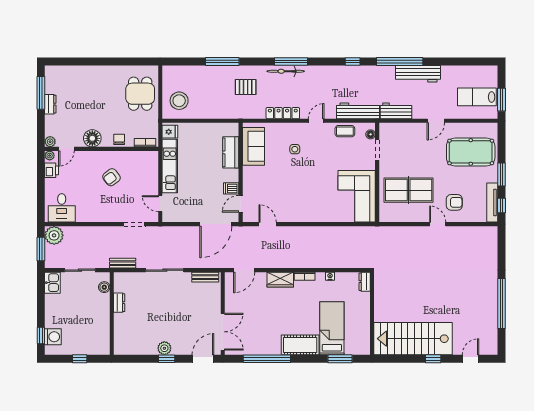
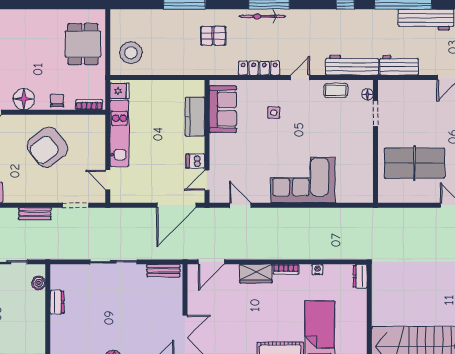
armchair: (111, 177) -> (48, 147), width x1.88, depth x1.88
corner sofa: (357, 196) -> (303, 180), moved, turned 90
bench: (123, 263) -> (35, 214), moved

